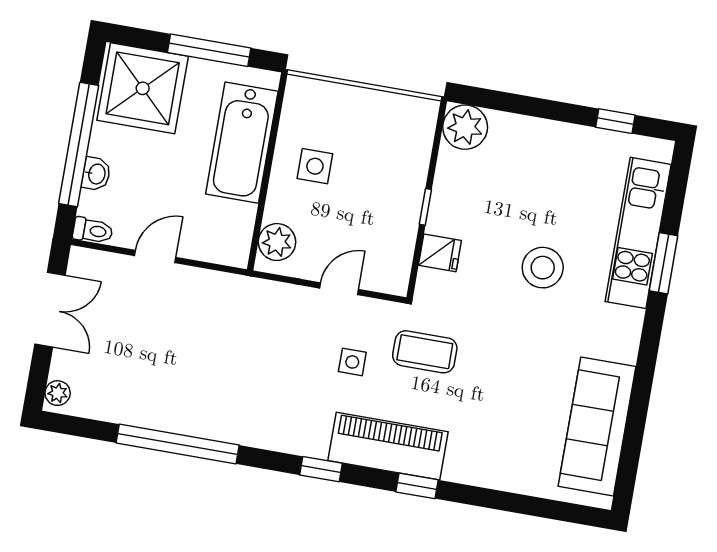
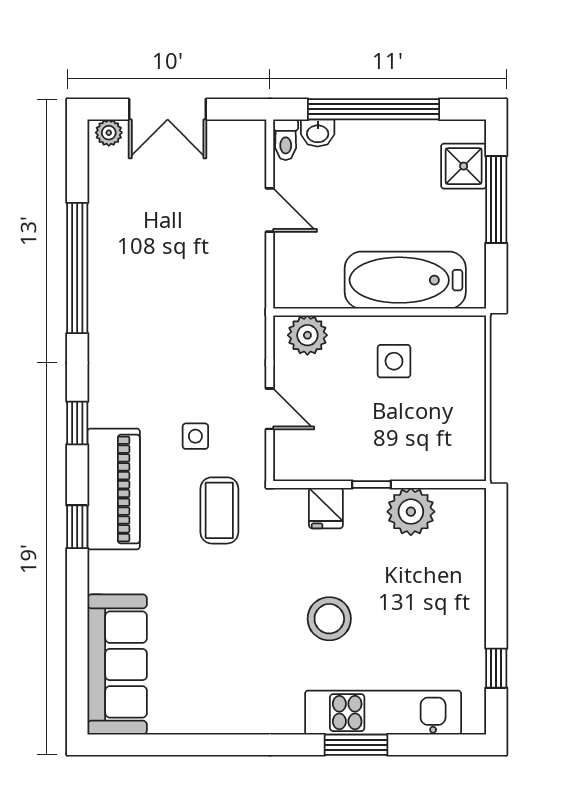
window: (209, 50) -> (496, 200), moved
shower: (143, 88) -> (464, 166), width x0.54, depth x0.54
plant: (465, 127) -> (411, 512), moved
washbasin: (96, 174) -> (318, 133), moved
double door: (50, 310) -> (168, 109), moved
sofa: (597, 426) -> (117, 665), moved, turned 90

